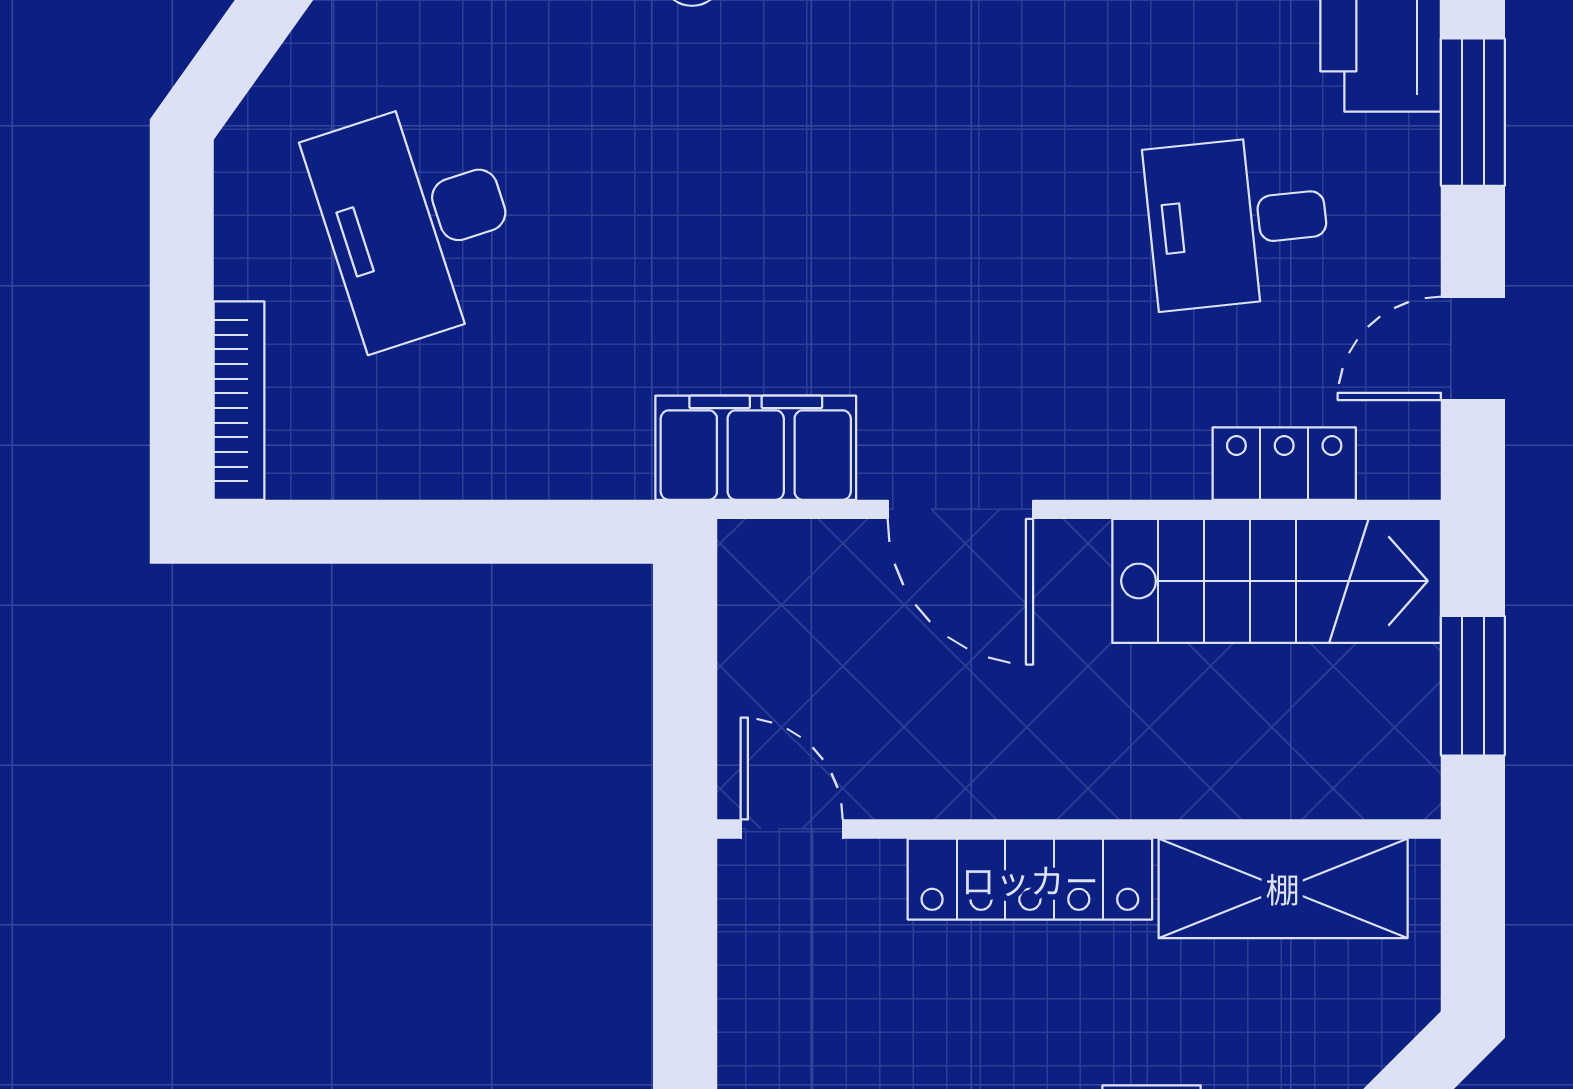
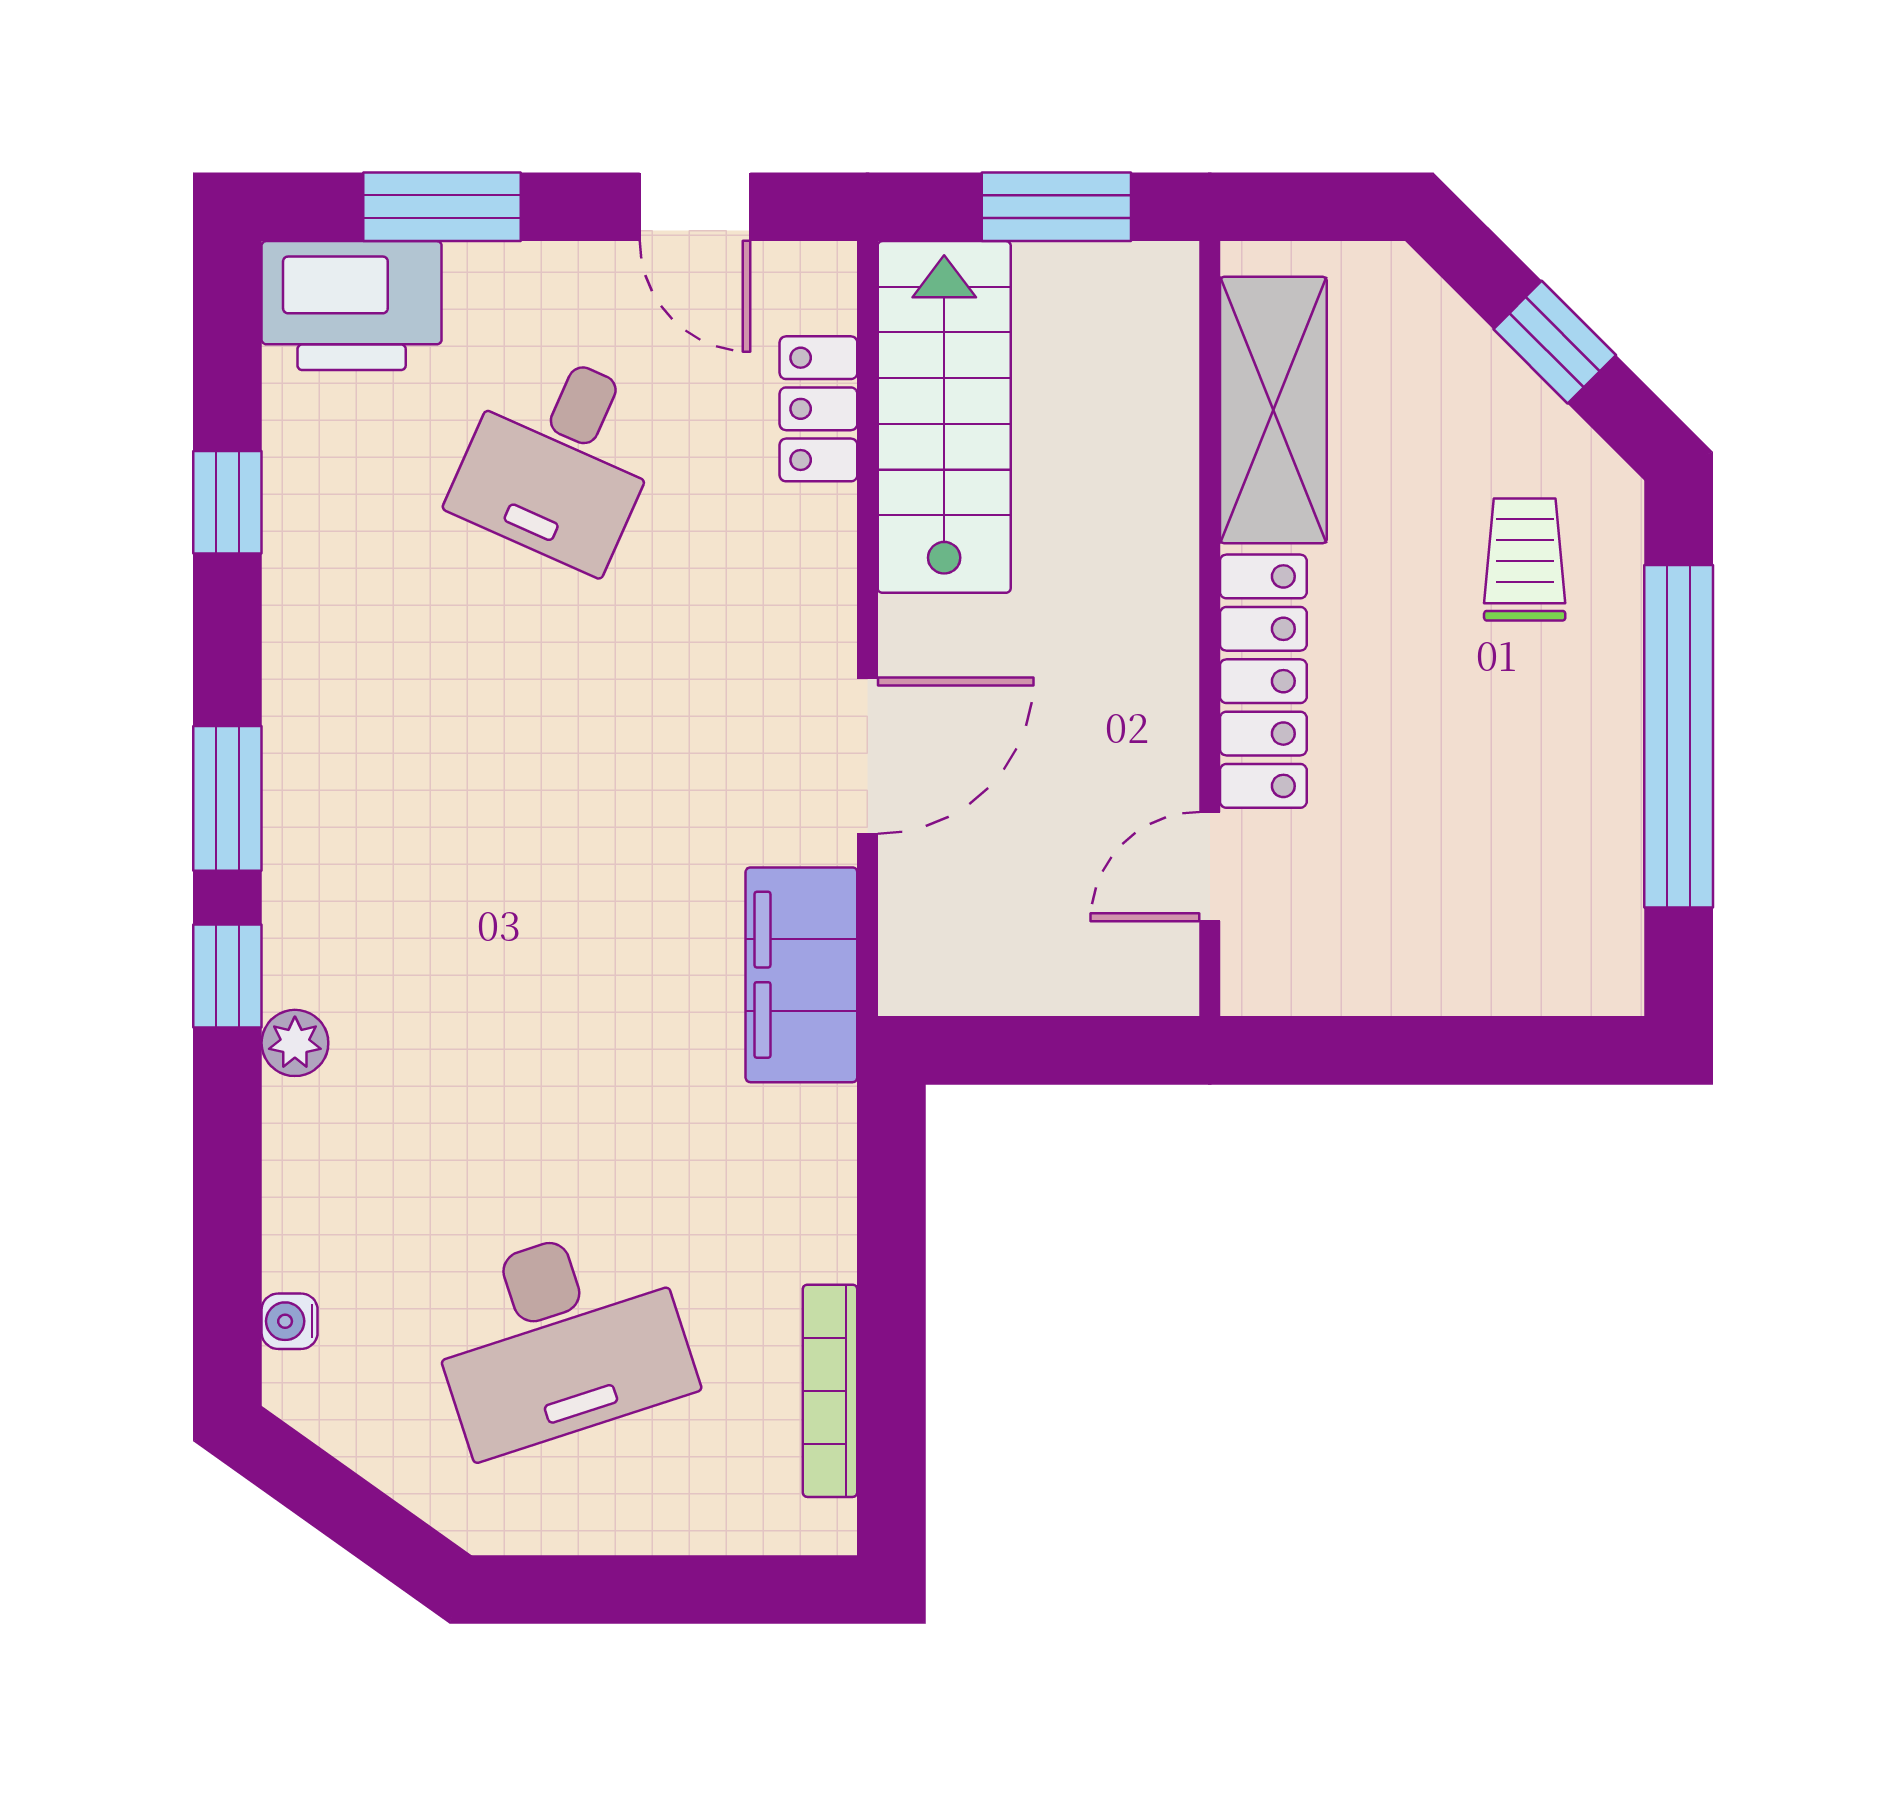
desk: (1238, 222) -> (559, 459), turned 30
bookcase: (239, 401) -> (830, 1391), moved, turned -90
door: (792, 829) -> (1210, 867), moved

